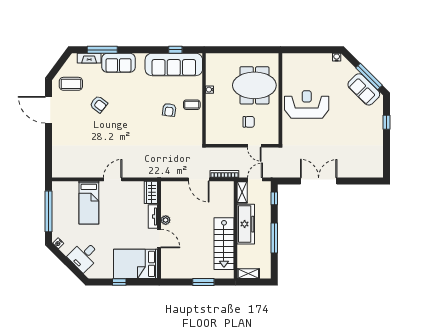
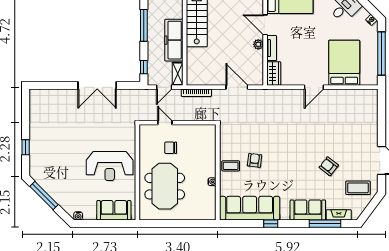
window: (175, 50) -> (271, 224), moved
meeting table: (254, 85) -> (165, 186), turned 90
sofa: (364, 89) -> (114, 210), moved, turned -45
door: (199, 179) -> (237, 87), moved
bed: (89, 203) -> (344, 63), width x1.50

